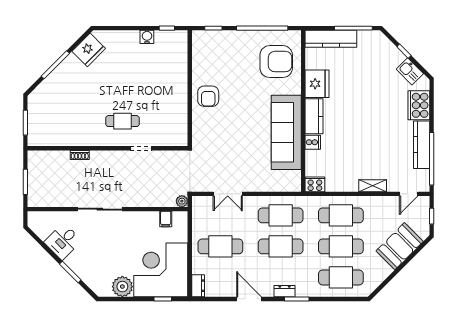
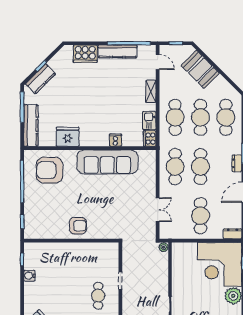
armchair: (276, 62) -> (49, 170), turned -90
kitchen sink: (410, 71) -> (149, 121), moved, turned 135
kitchen counter: (314, 116) -> (41, 79), moved, turned 135
filing cabinet: (166, 219) -> (178, 260), removed

